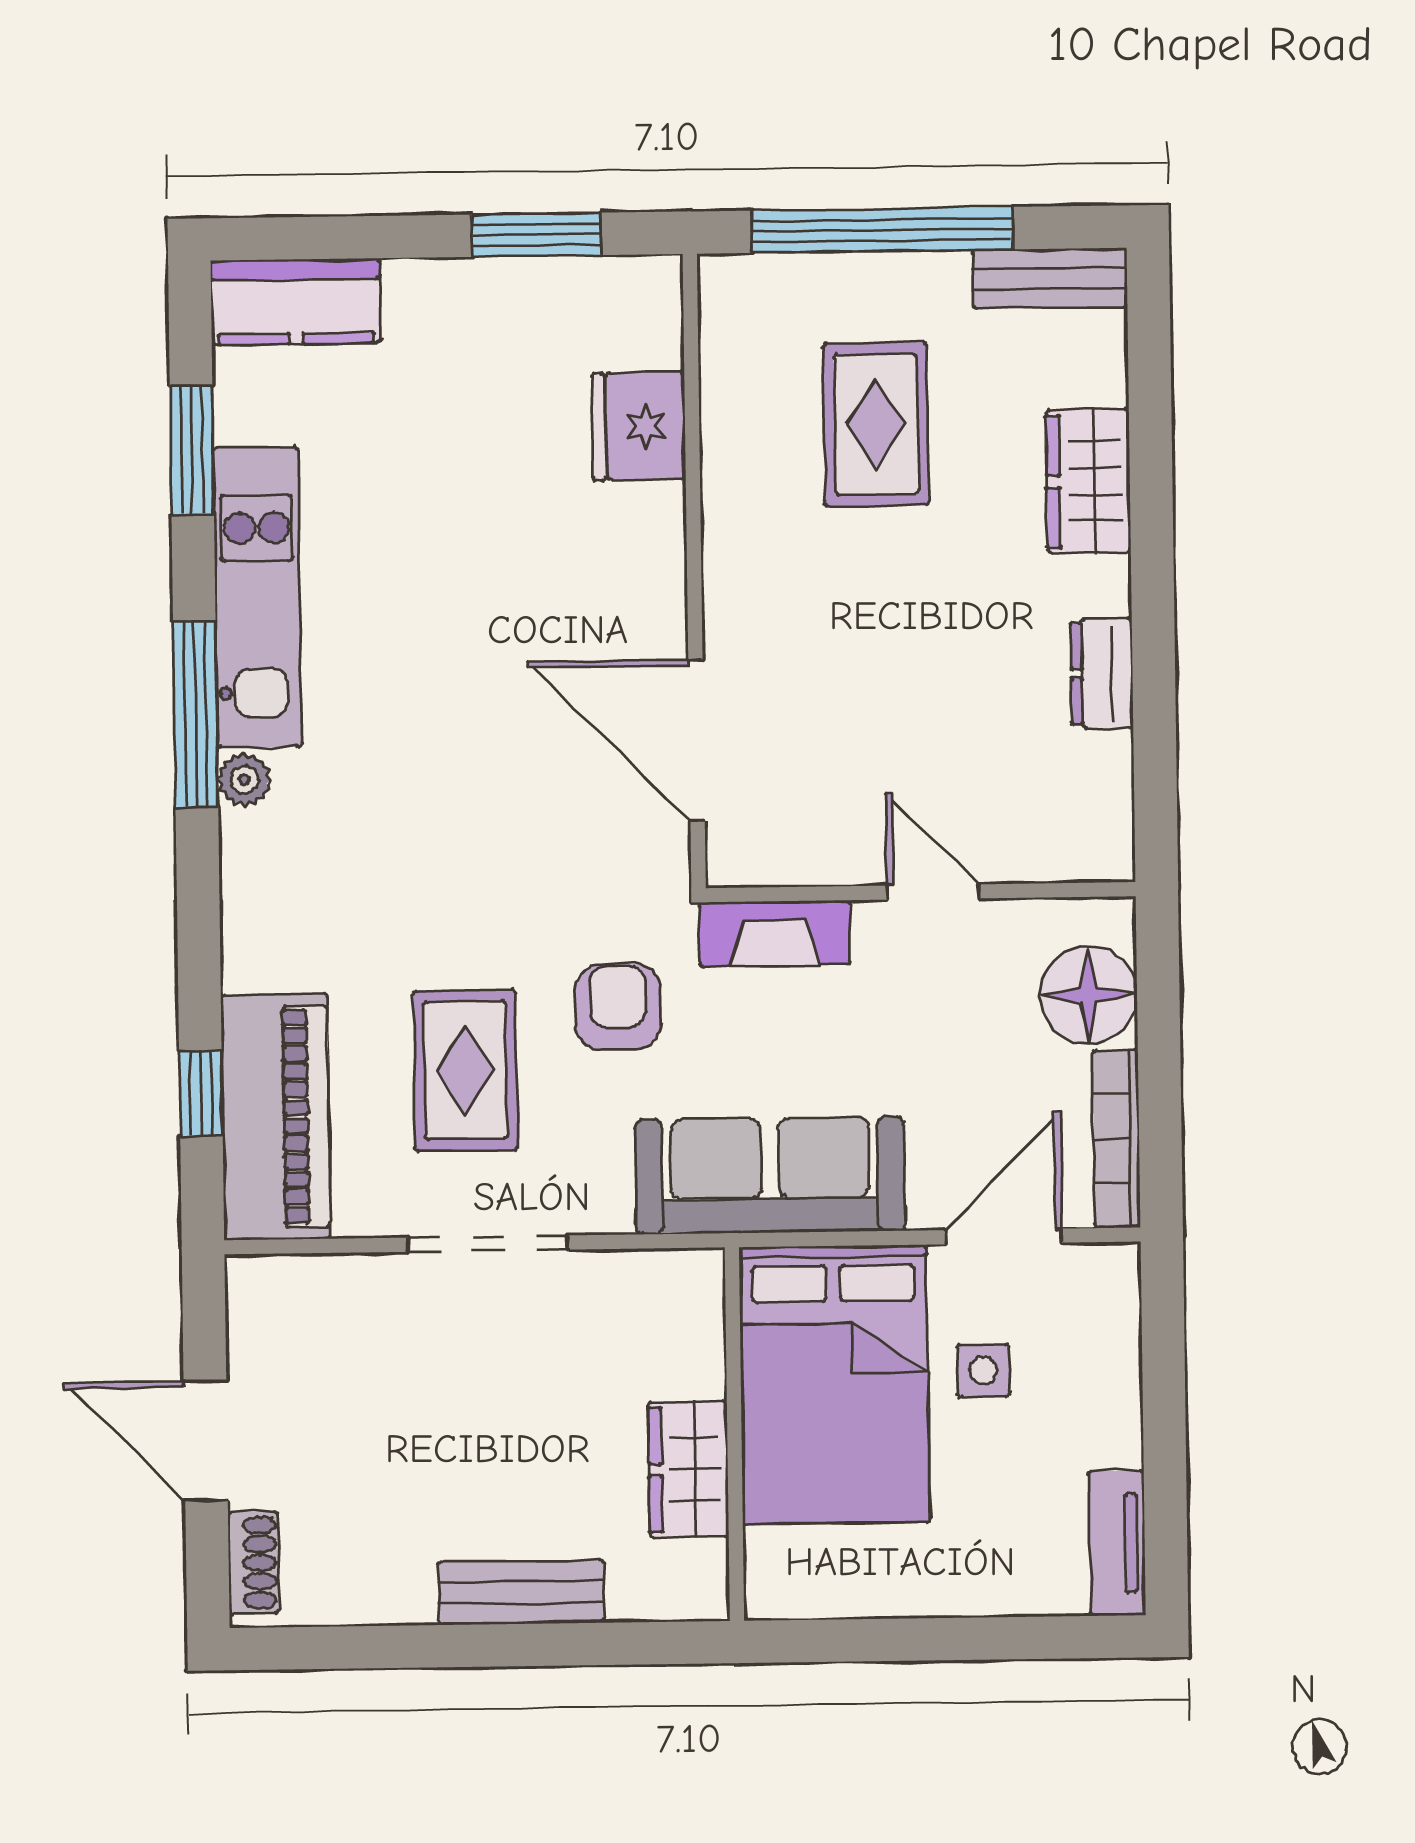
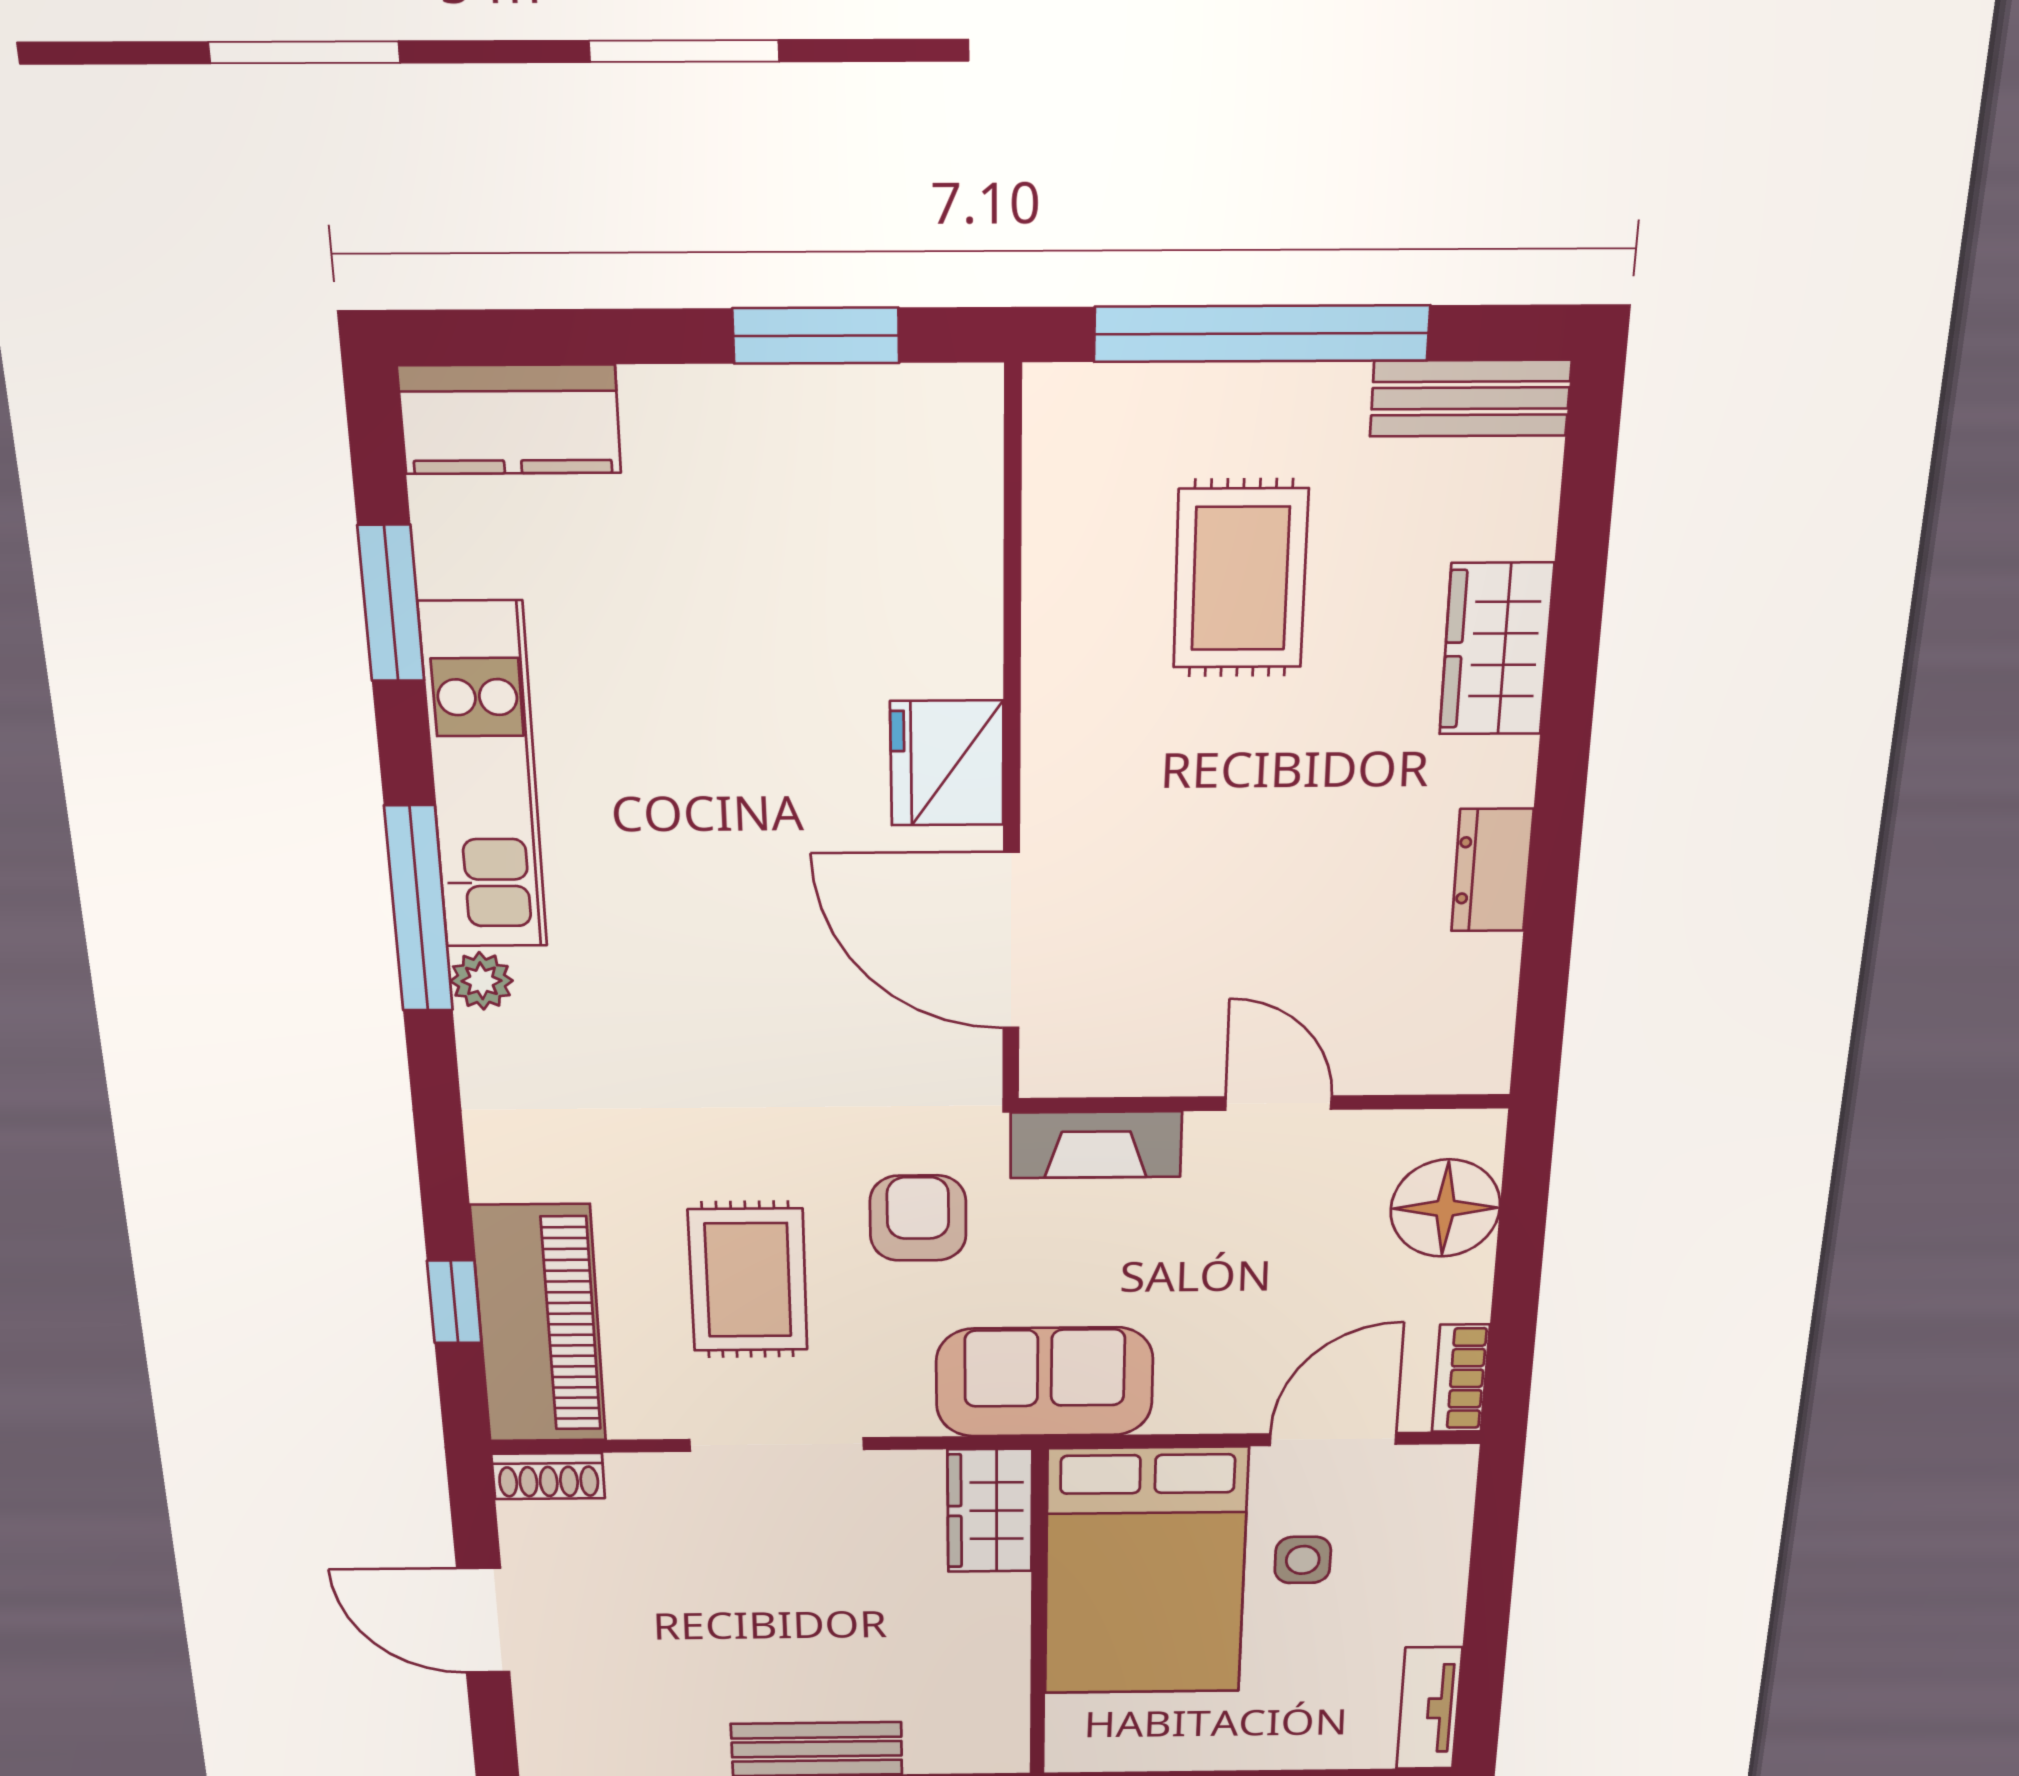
fridge: (639, 426) -> (947, 763), moved
bookcase: (1116, 1139) -> (1461, 1378), width x0.64
sofa: (770, 1175) -> (1044, 1382), width x0.73
wardrobe: (688, 1469) -> (990, 1511), moved
shoe rack: (253, 1563) -> (548, 1476), moved, turned 90

